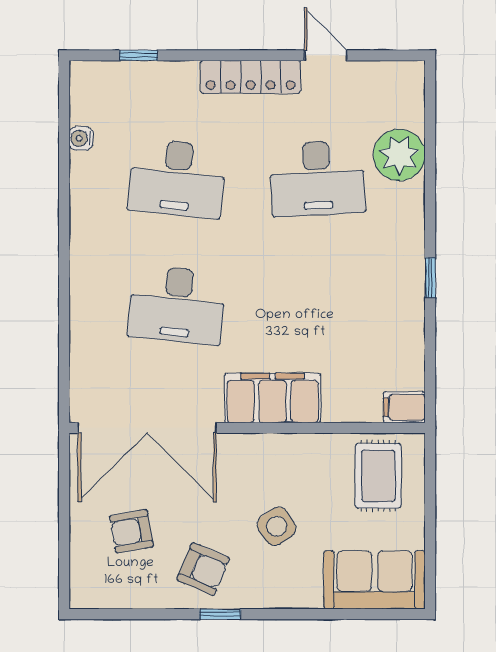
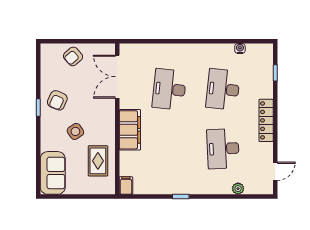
door: (326, 55) -> (275, 171), moved
plant: (399, 155) -> (238, 189), width x0.53, depth x0.53
double door: (147, 428) -> (117, 77), width x0.73
rug: (378, 476) -> (98, 161), moved, turned 90
armchair: (132, 531) -> (73, 56), moved, turned -121

